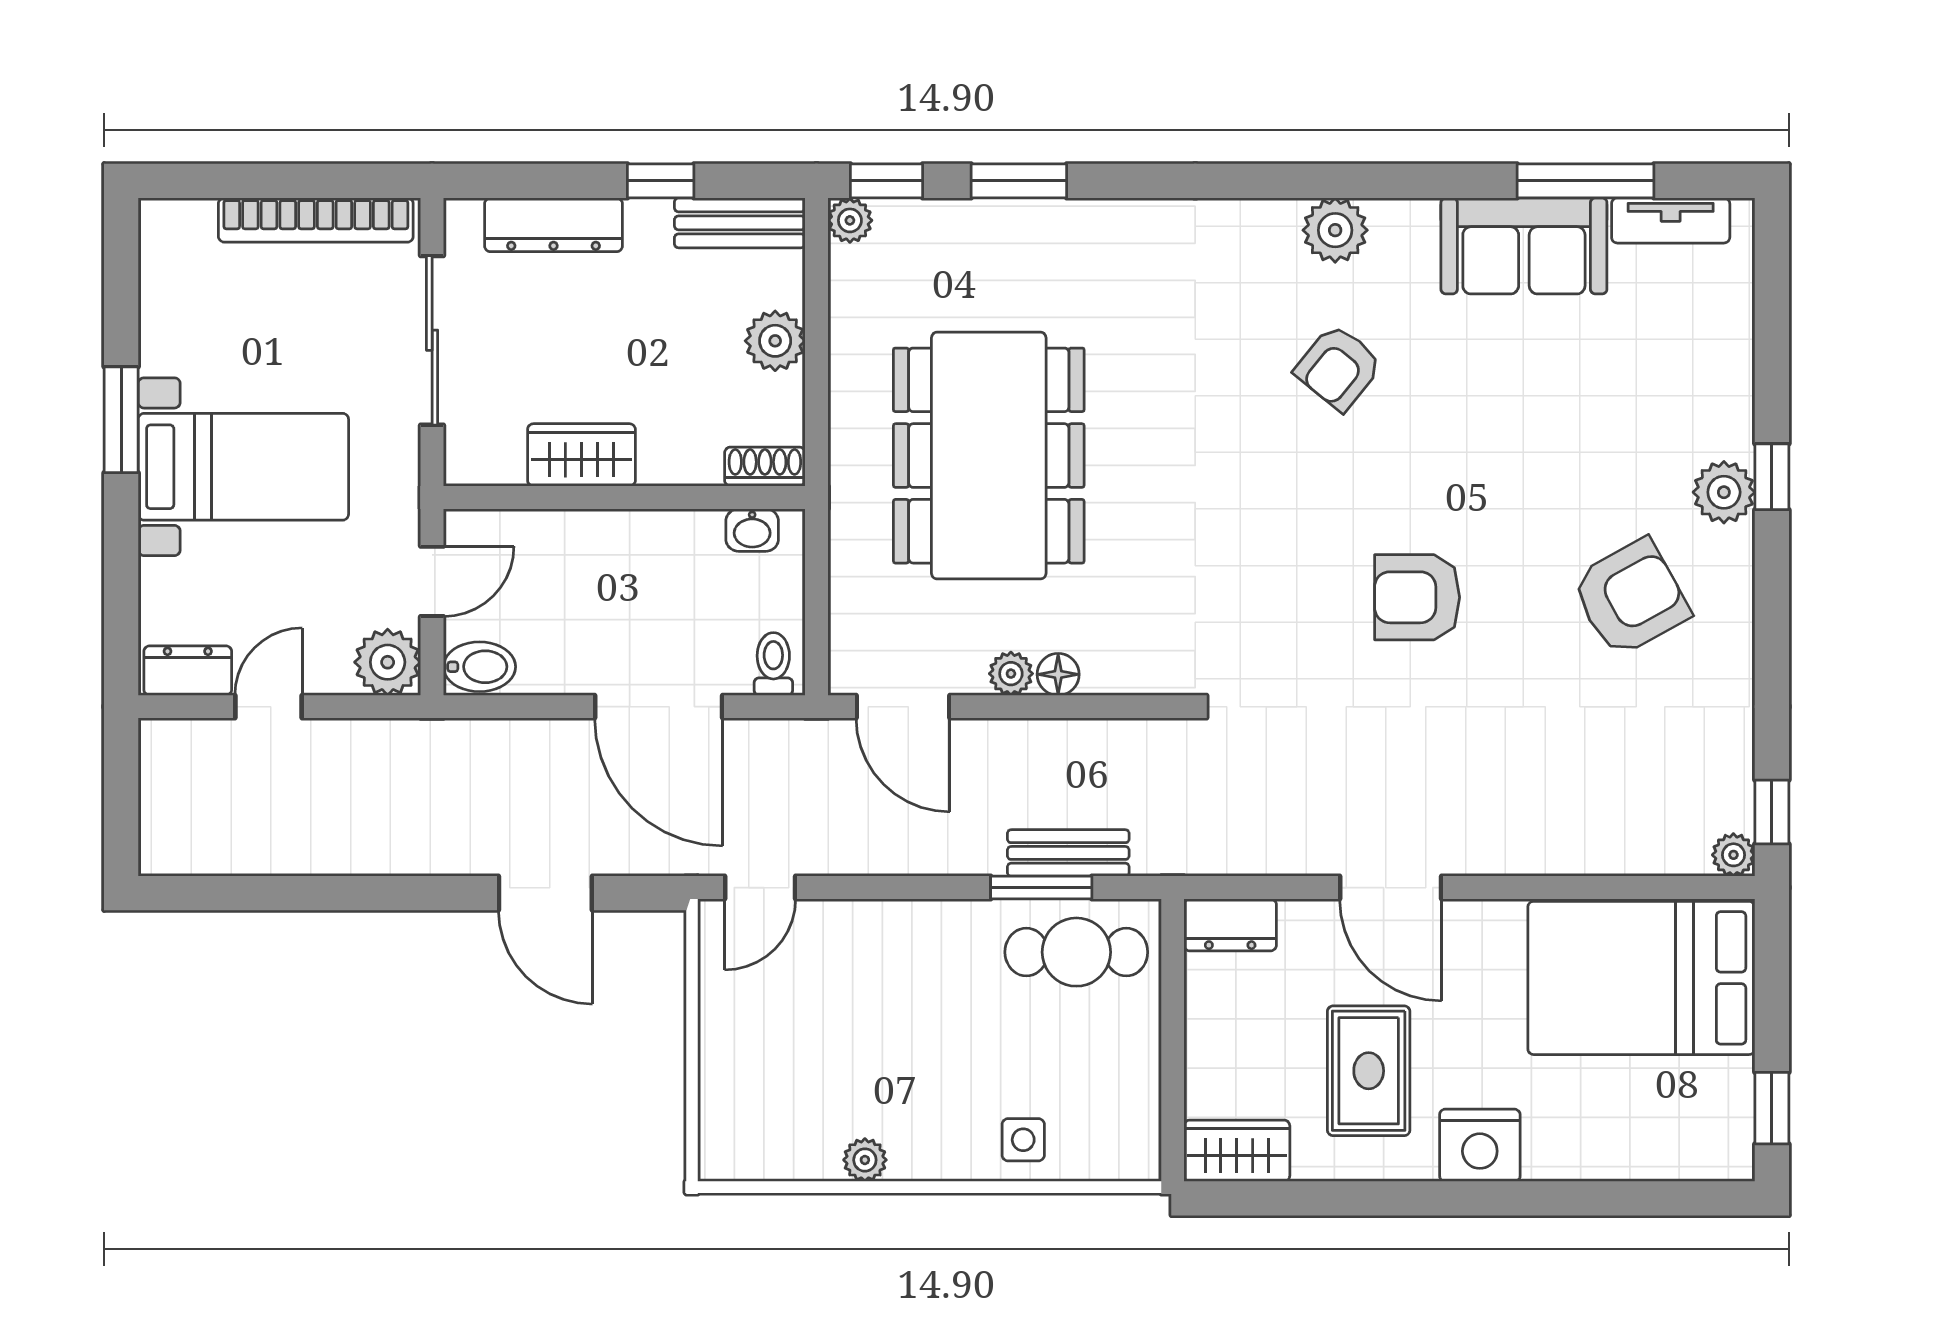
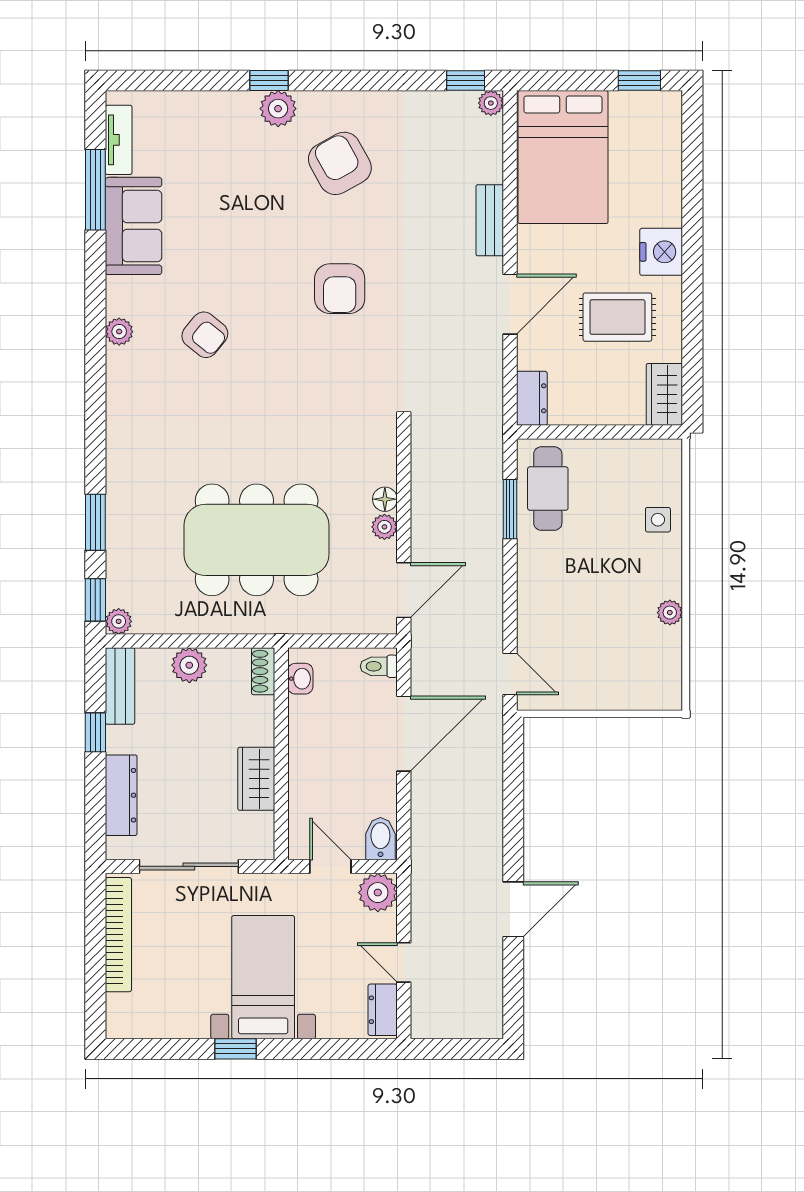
plant: (1335, 230) -> (119, 332), width x0.73, depth x0.73
window: (121, 420) -> (236, 1049), width x0.67
bench: (1068, 853) -> (490, 220), moved
door: (545, 893) -> (513, 909), moved

